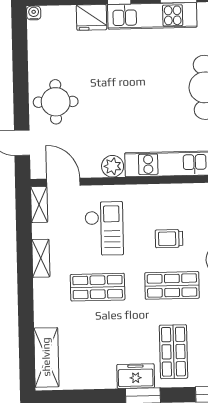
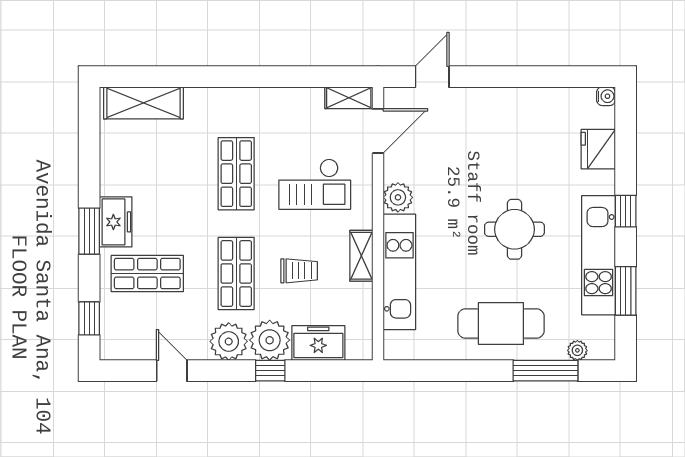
fridge: (92, 17) -> (598, 149), moved
round table: (56, 102) -> (514, 229), moved
trolley: (169, 239) -> (299, 271), turned 90
shelving: (41, 258) -> (361, 256), moved, turned 90

